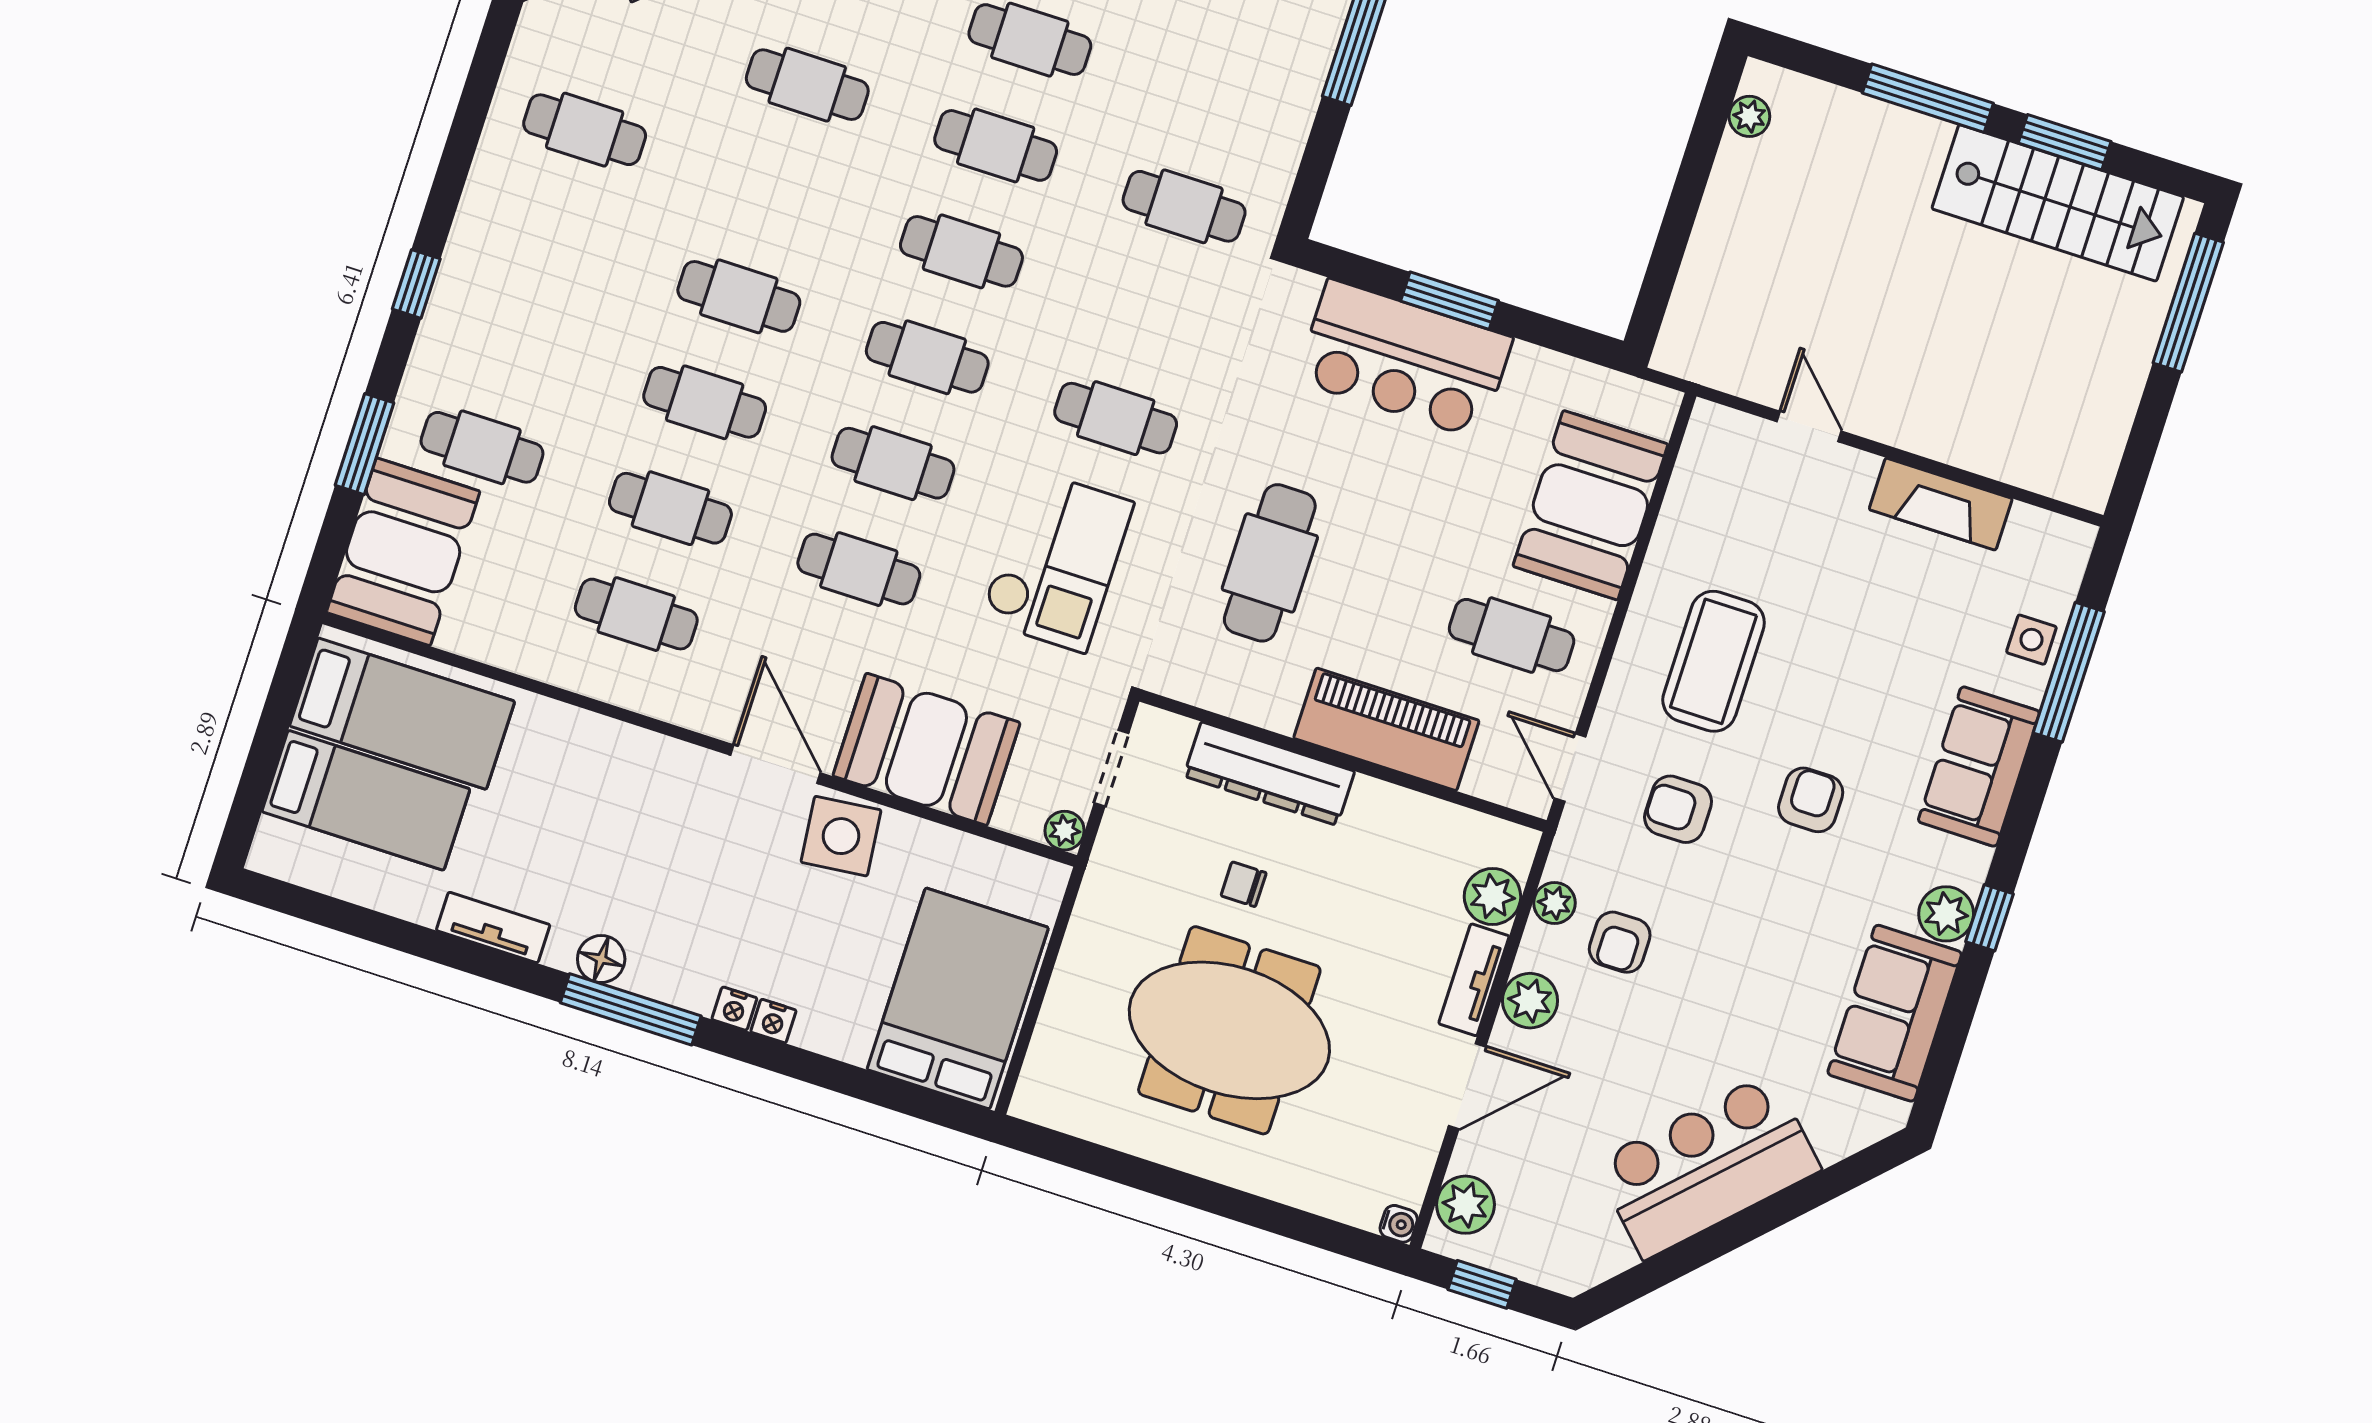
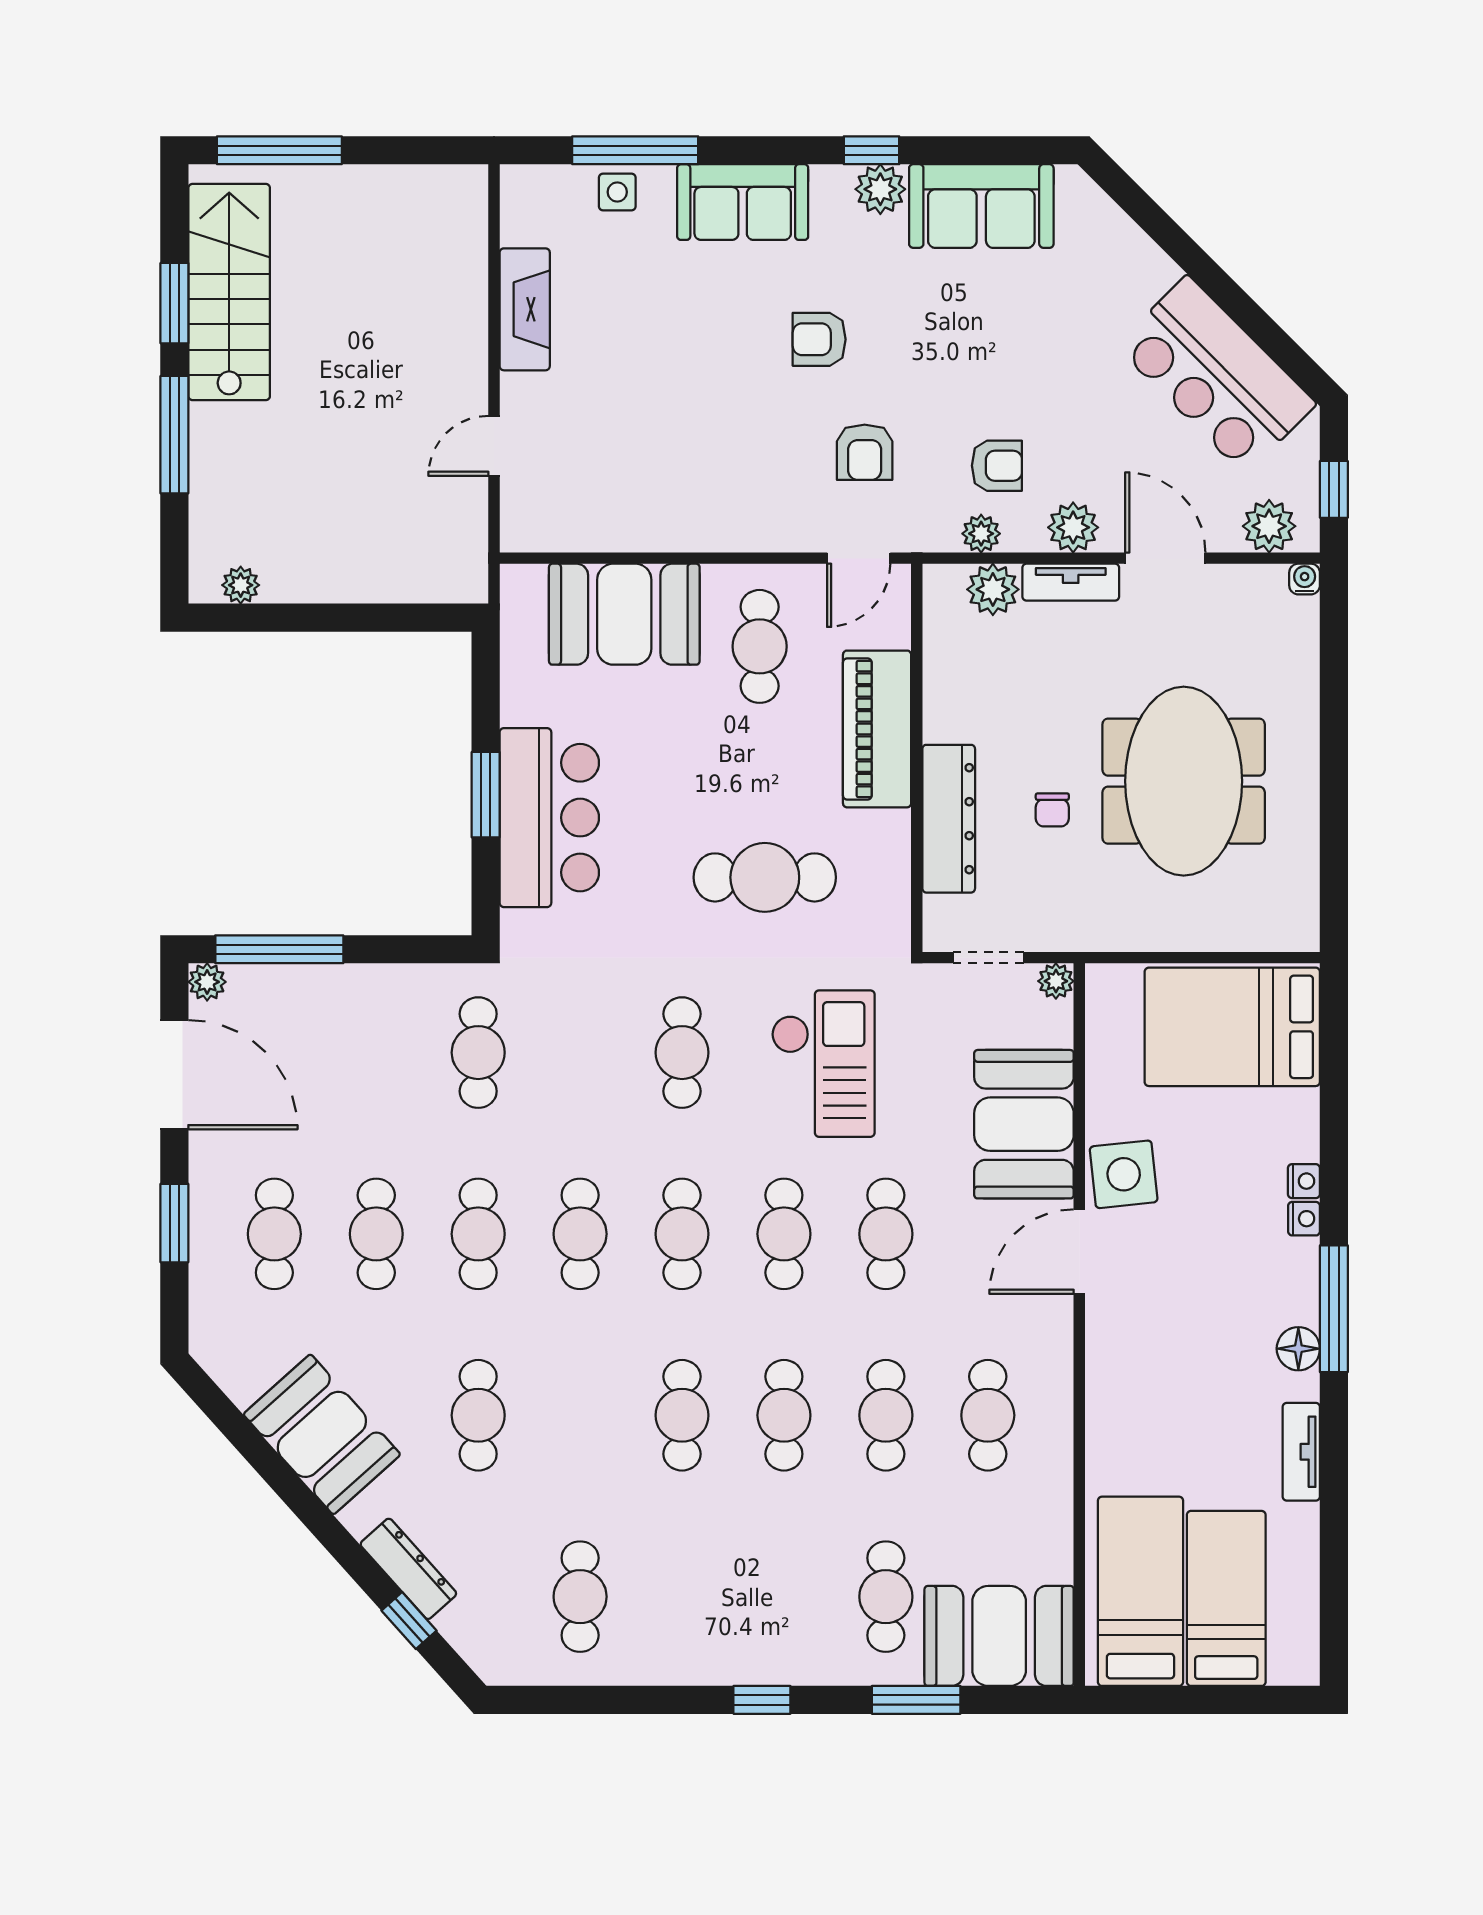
checkout: (1057, 561) -> (823, 1064), turned 90
coffee table: (1714, 661) -> (726, 463), removed
bar counter: (1707, 1166) -> (1216, 375), moved

